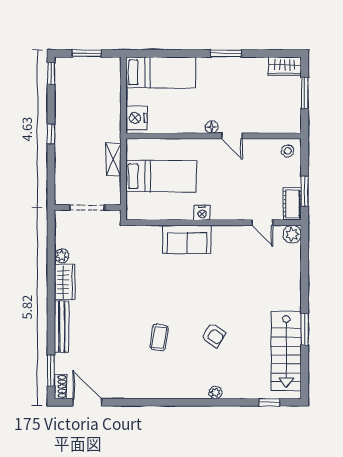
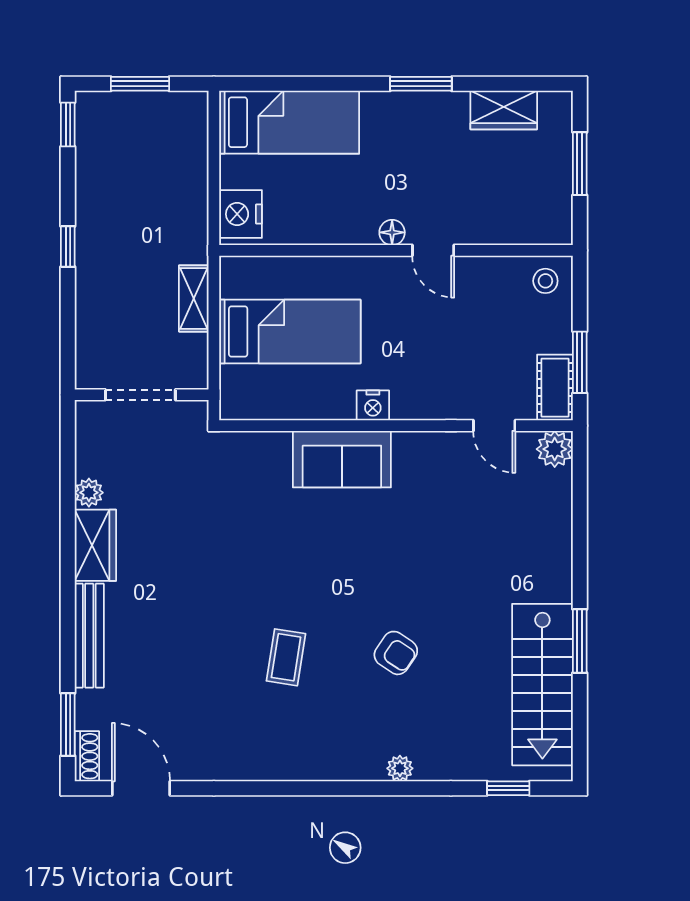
wardrobe: (285, 66) -> (504, 110), moved

